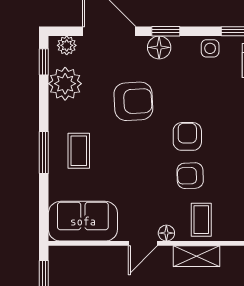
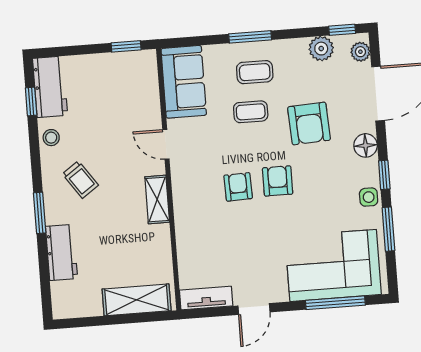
window: (166, 31) -> (384, 175), moved
plant: (65, 84) -> (321, 49), width x0.73, depth x0.73
armchair: (187, 136) -> (278, 181), turned -90
coffee table: (201, 220) -> (251, 112), moved
floor lamp: (166, 233) -> (178, 167), removed

